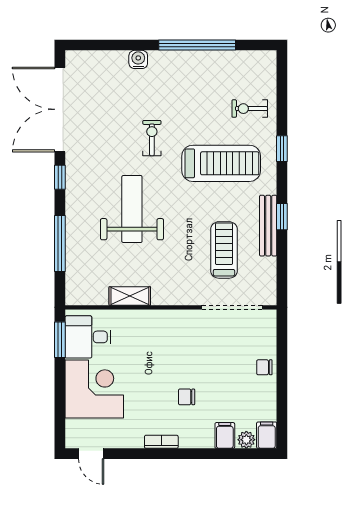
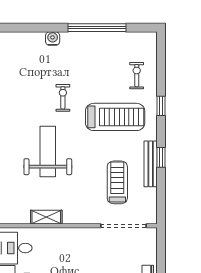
exercise bike: (250, 109) -> (137, 76), turned 90

